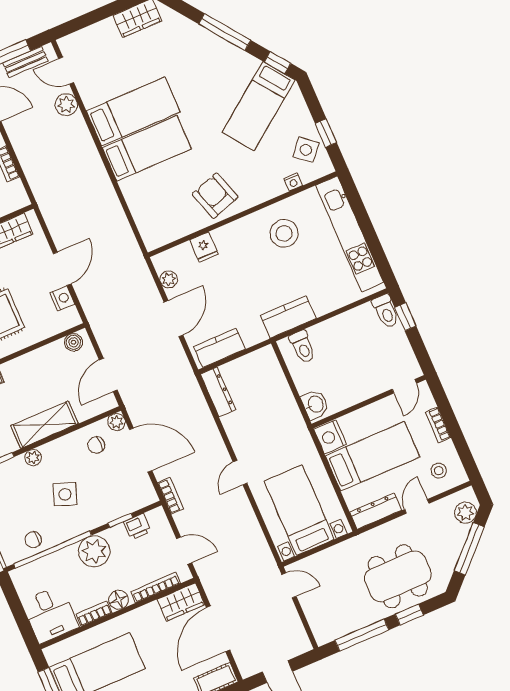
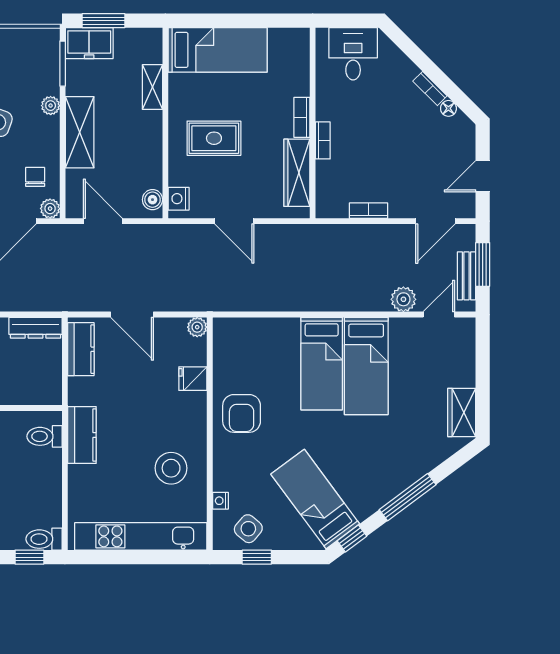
armchair: (215, 196) -> (242, 413), turned 108
plant: (169, 279) -> (197, 327), moved
nightstand: (62, 298) -> (179, 199), moved, turned 90

